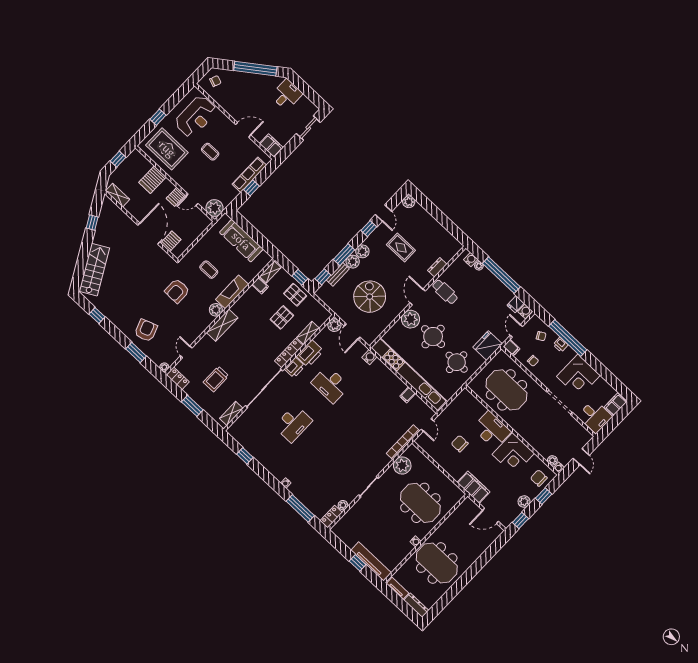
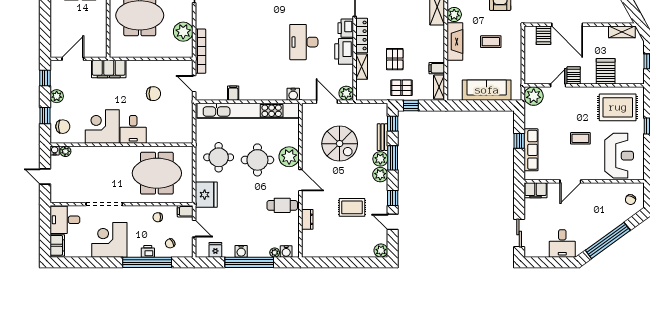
reception desk: (196, 117) -> (619, 156), turned 180
water cooler: (525, 311) -> (241, 251), moved
desk: (330, 384) -> (304, 42), turned -90
desk: (492, 430) -> (133, 129), width x0.73

